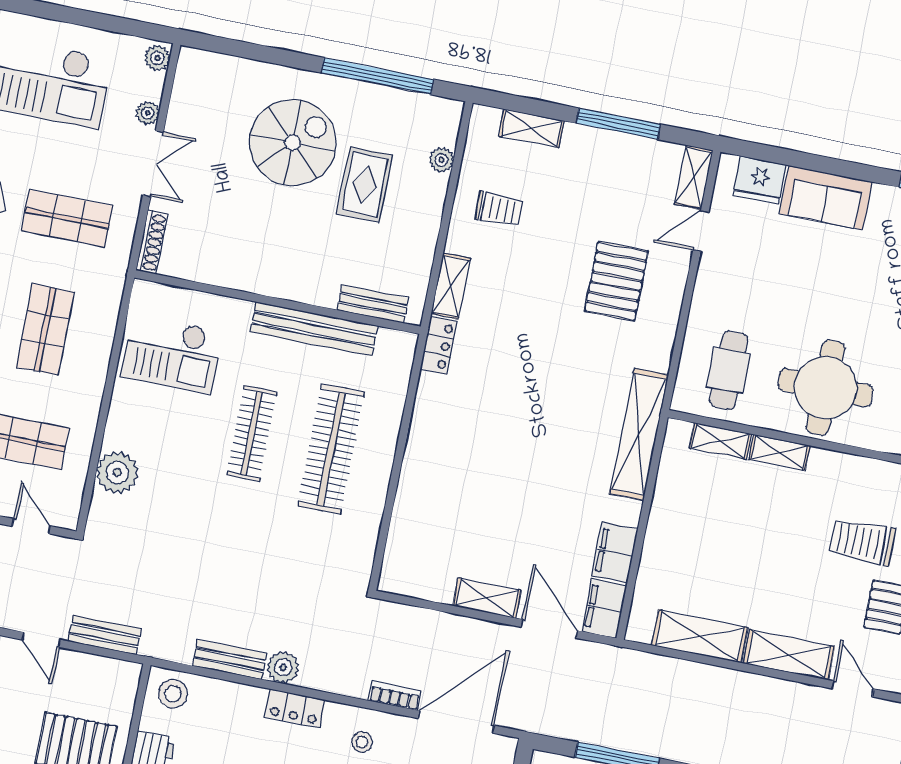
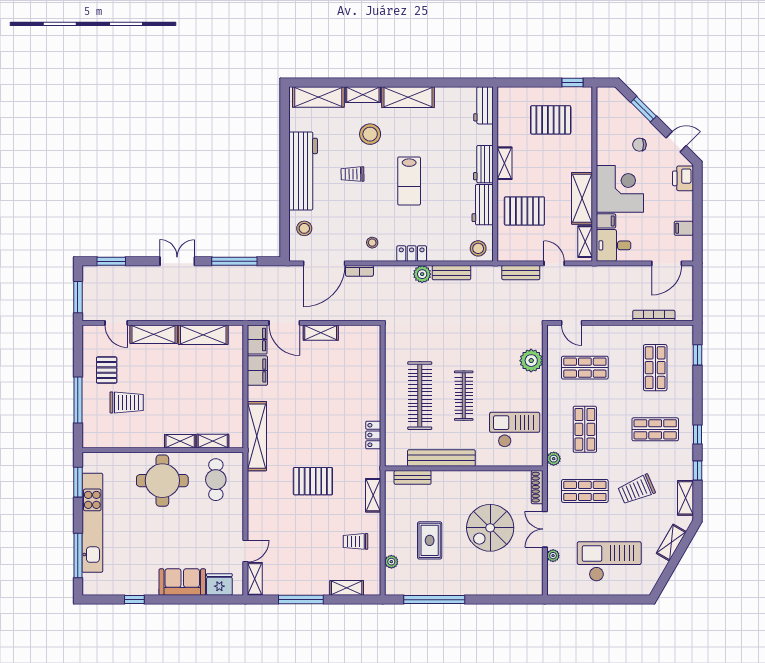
plant: (157, 58) -> (554, 459), moved
spiral stairs: (292, 143) -> (490, 528), moved
pallet: (616, 281) -> (313, 481), moved, turned 90
locker: (439, 345) -> (373, 435), moved

